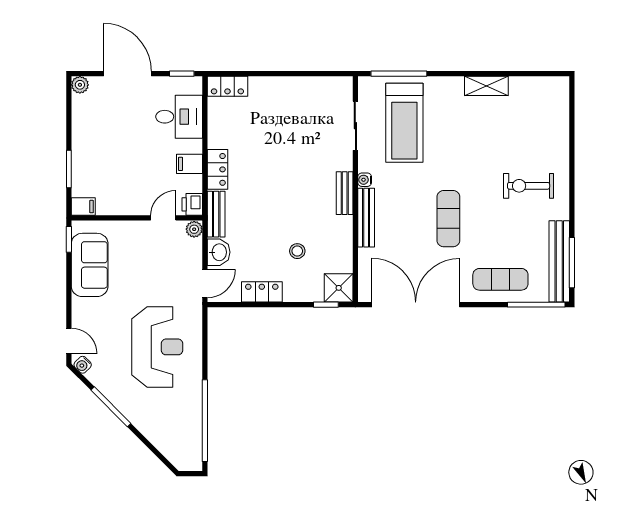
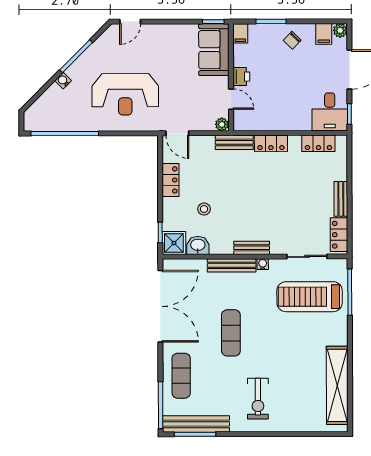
bench: (285, 84) -> (341, 199), added
locker: (227, 86) -> (318, 143), moved, turned -90
shelving: (486, 86) -> (337, 385), width x2.20, depth x1.33
locker: (329, 87) -> (339, 235), added
desk: (179, 117) -> (330, 112), moved
chair: (92, 143) -> (292, 40), added
filing cabinet: (190, 164) -> (324, 34), moved, turned 180
exercise bike: (529, 186) -> (258, 399), turned 180
printer: (192, 204) -> (241, 77), moved, turned 90
exercise mat: (448, 219) -> (231, 333), turned 90
washbasin: (219, 252) -> (198, 245), moved, turned 180
sofa: (90, 265) -> (214, 50), moved, turned 90
water cooler: (83, 365) -> (63, 81), moved

